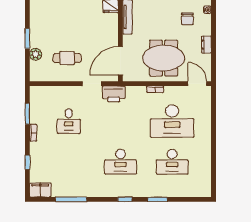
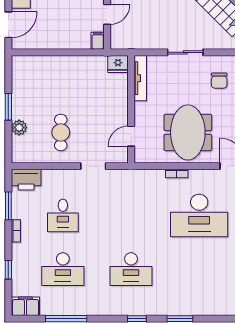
cafe table: (67, 58) -> (61, 132), turned 90
meeting table: (164, 58) -> (188, 132), turned 90
door: (120, 61) -> (131, 136), width x0.53
printer: (114, 94) -> (26, 180), moved
desk: (172, 162) -> (63, 269), moved

